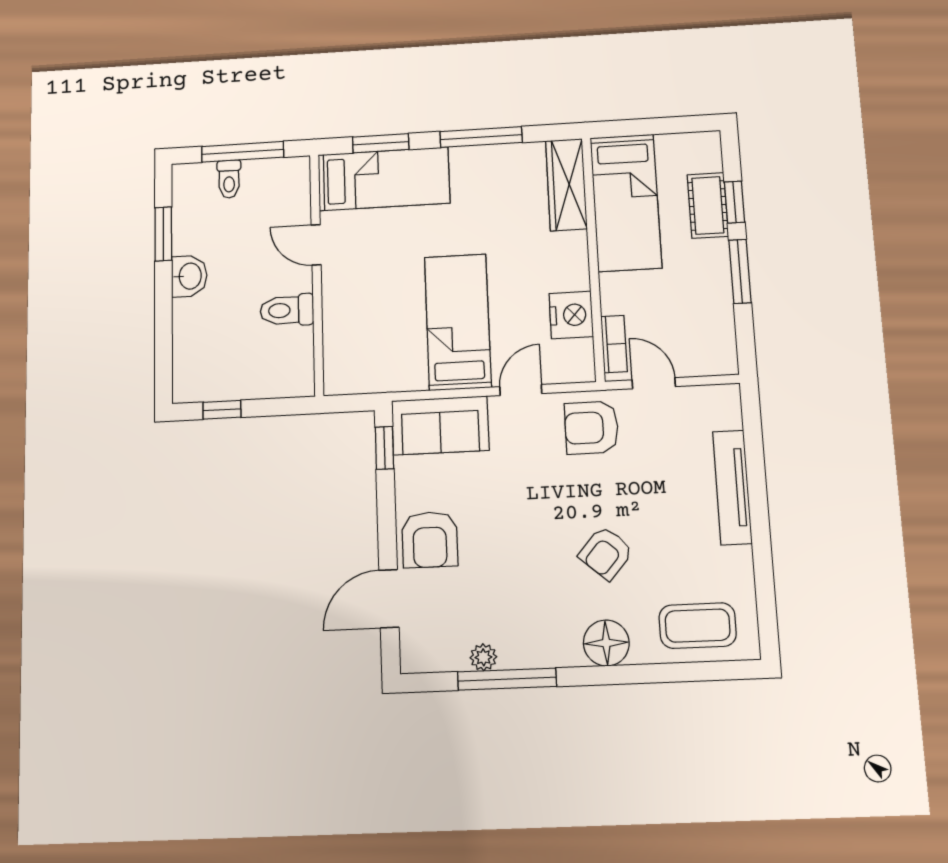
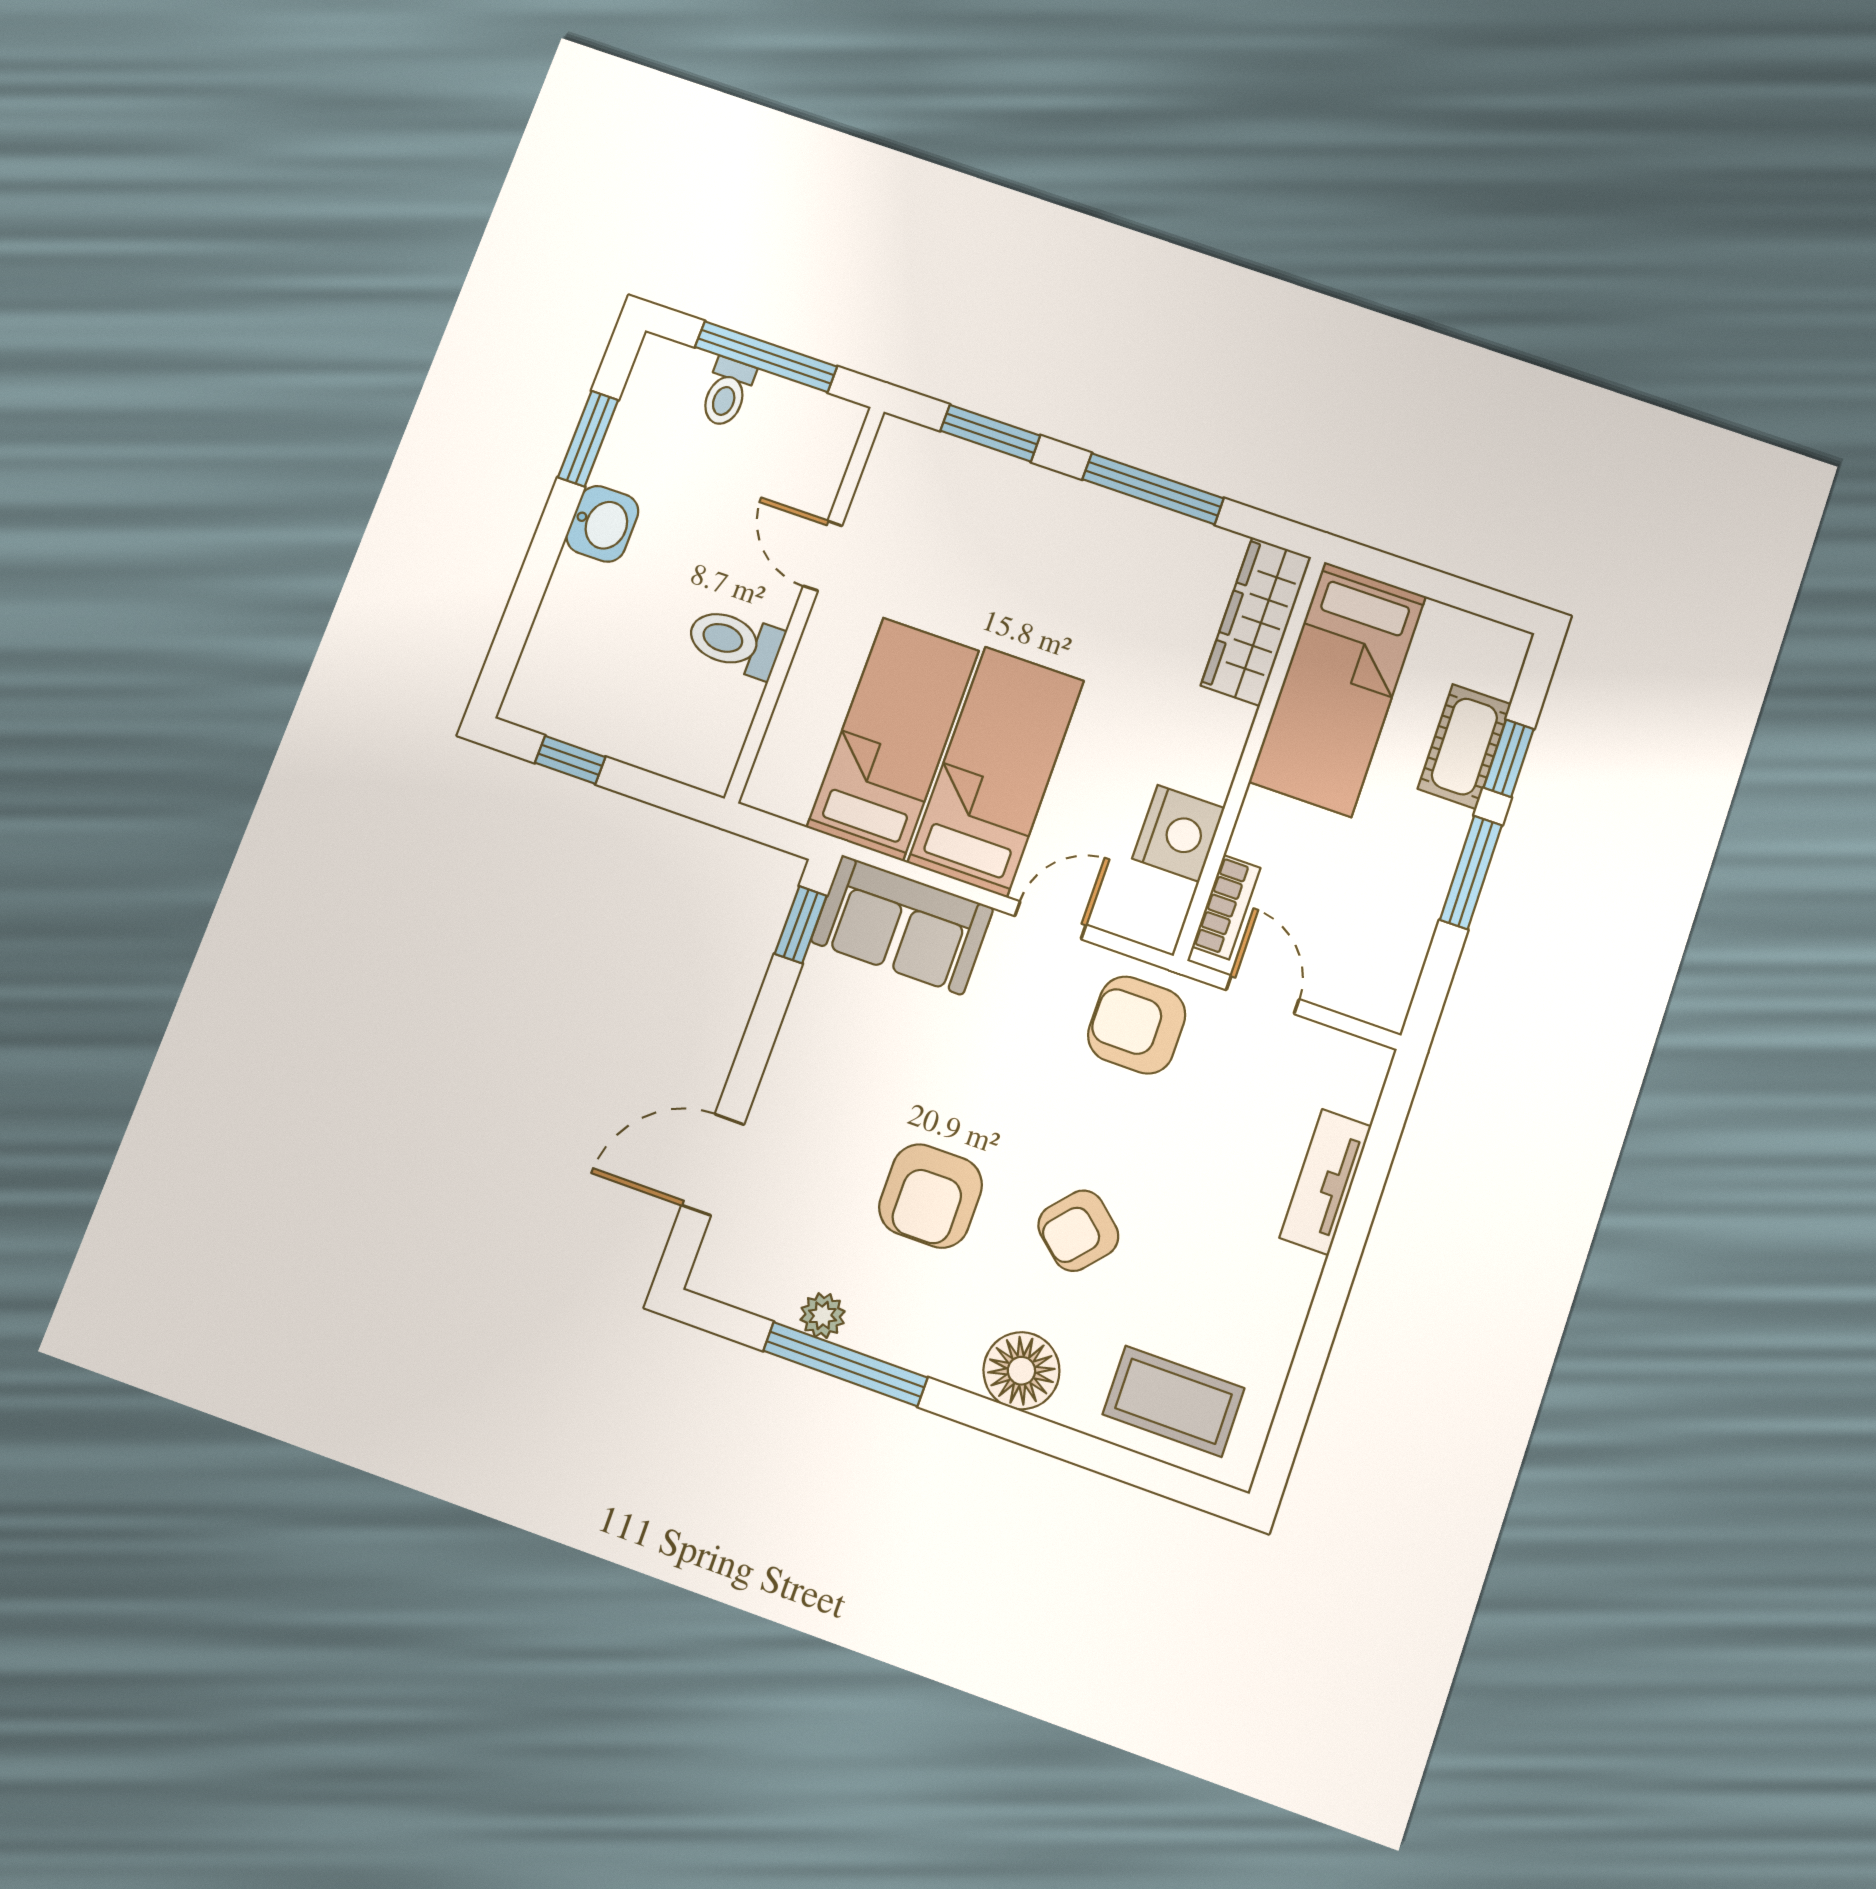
bed: (384, 179) -> (893, 739), moved, turned -90
tv unit: (732, 487) -> (1325, 1182), width x0.71
armchair: (430, 540) -> (931, 1196), moved

